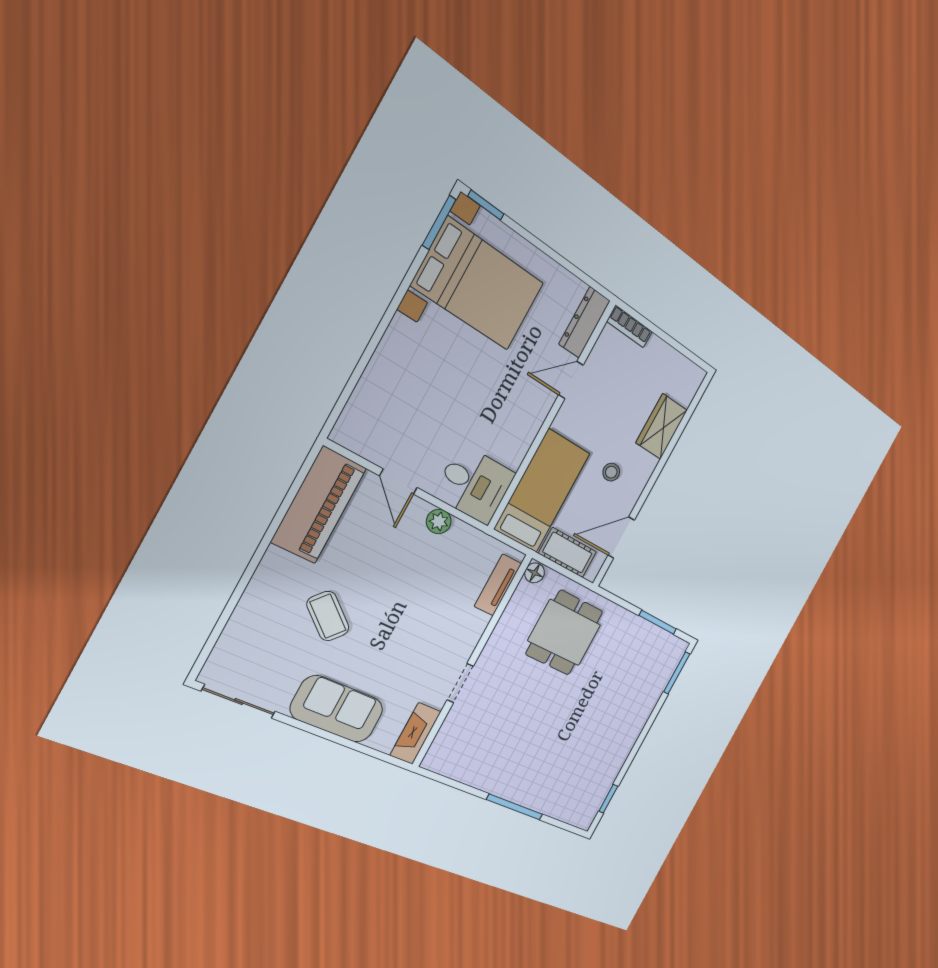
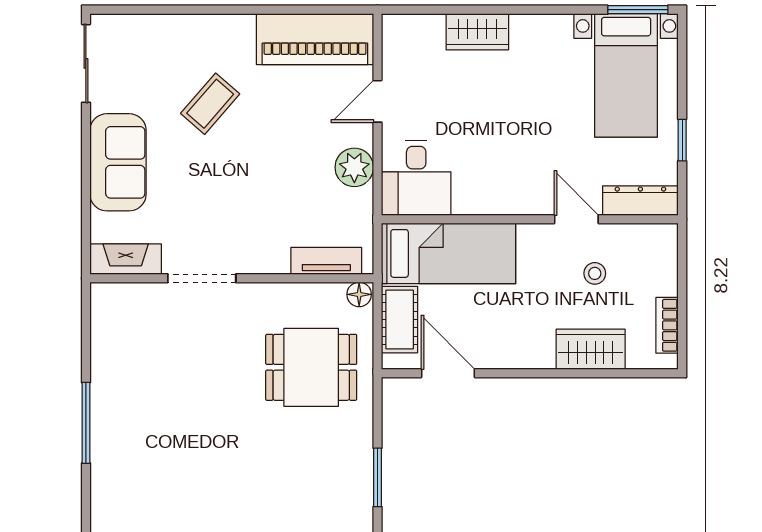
window: (486, 205) -> (682, 140), moved
bed with nightstands: (478, 284) -> (626, 75), width x0.73
bookcase: (630, 327) -> (667, 325), moved
wardrobe: (385, 368) -> (477, 32), added
stool: (611, 472) -> (595, 273), moved
plant: (439, 521) -> (354, 167), width x1.38, depth x1.38
doorway: (460, 683) -> (202, 278), width x1.38

